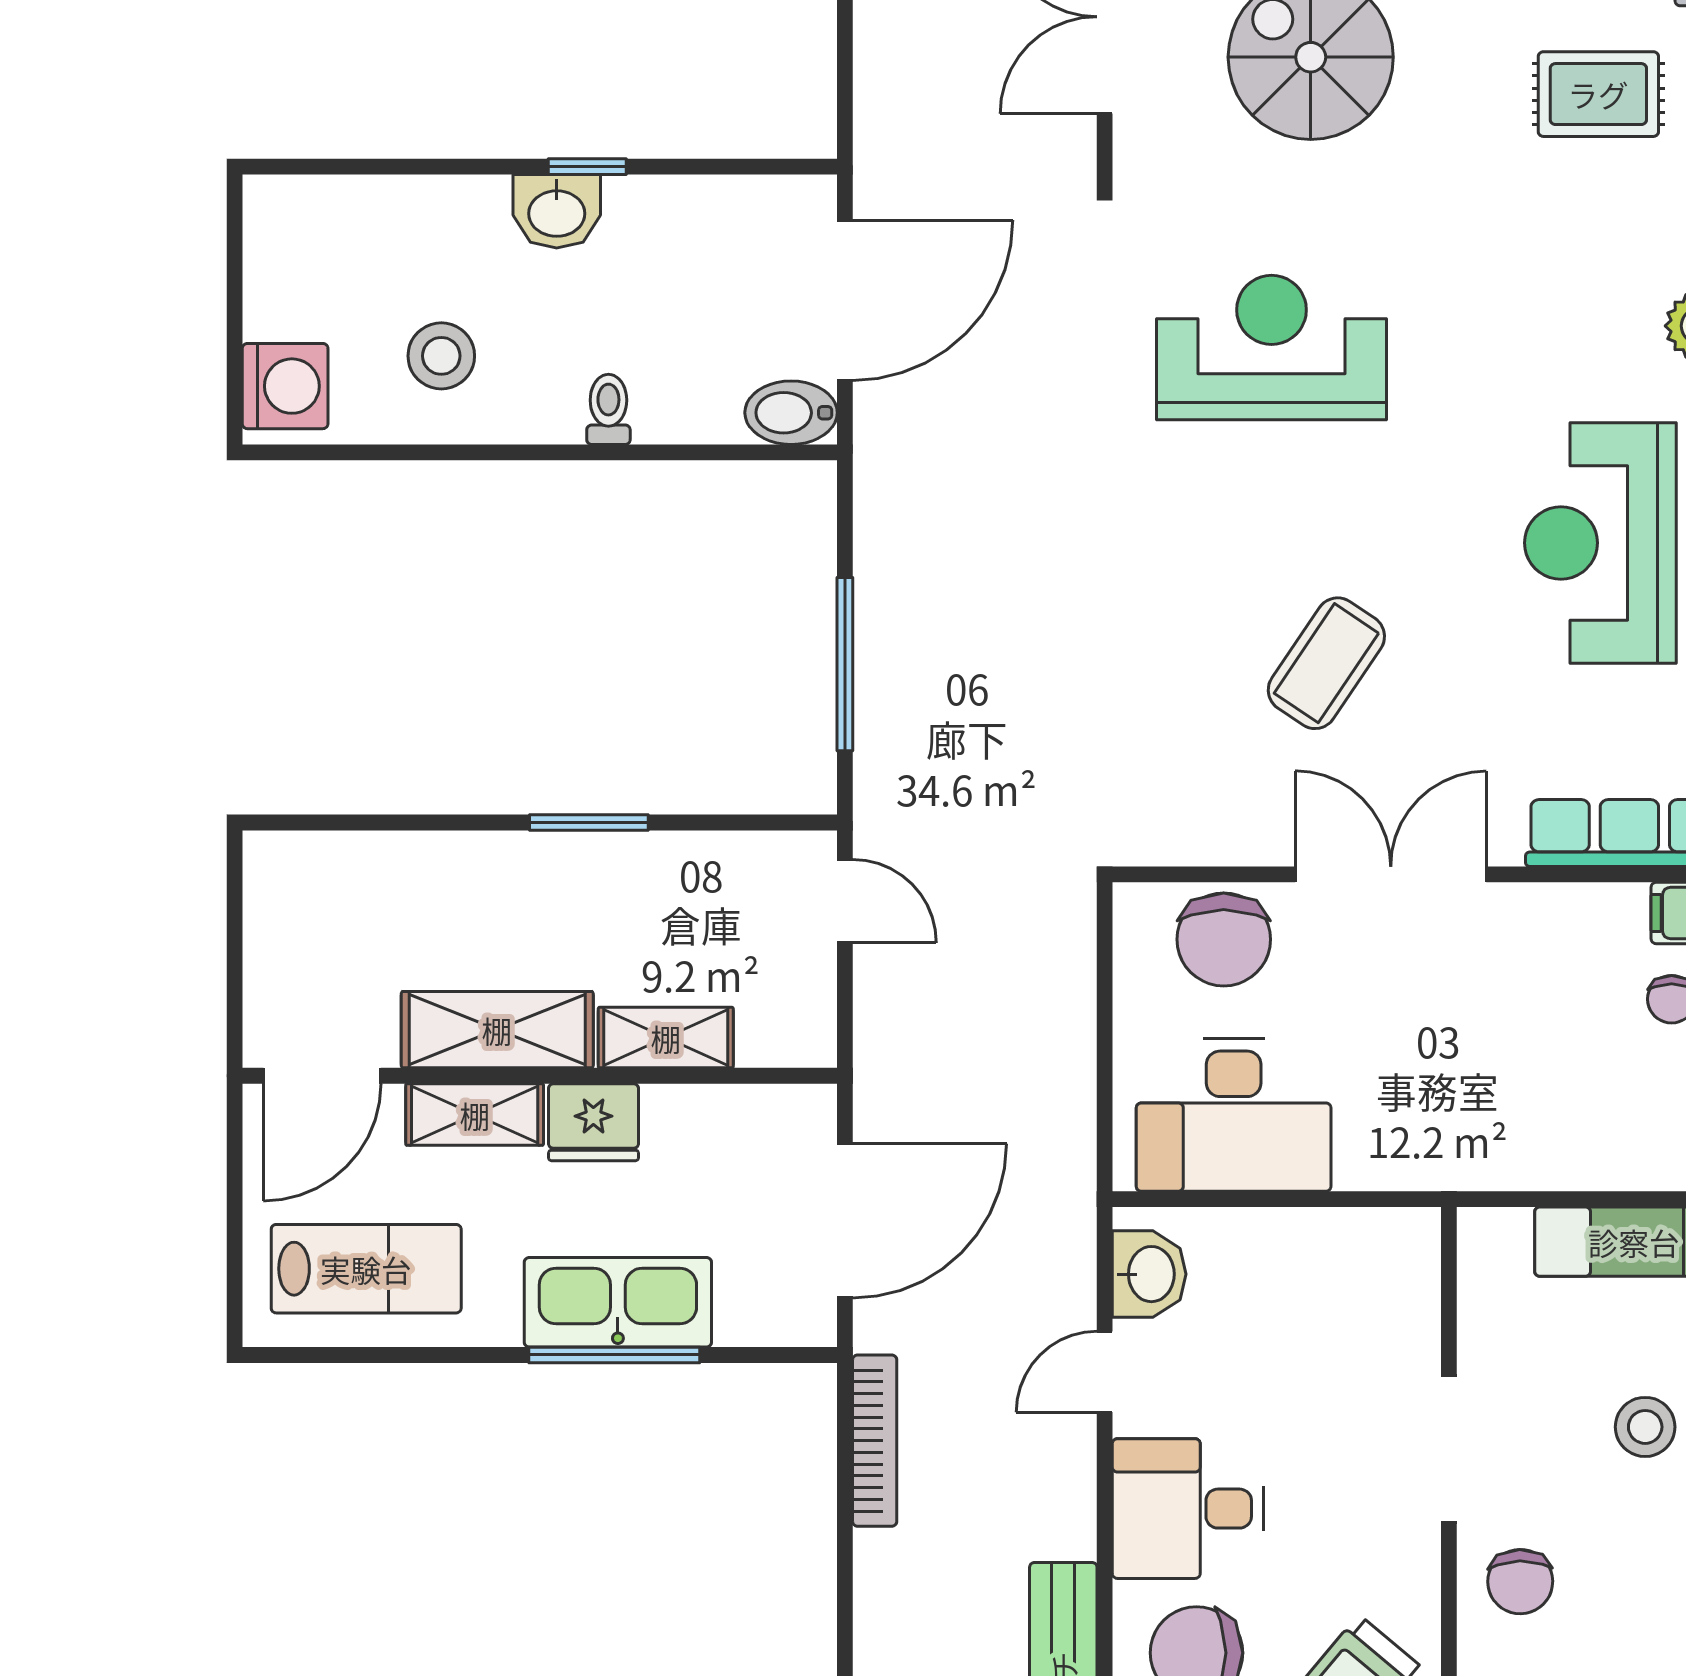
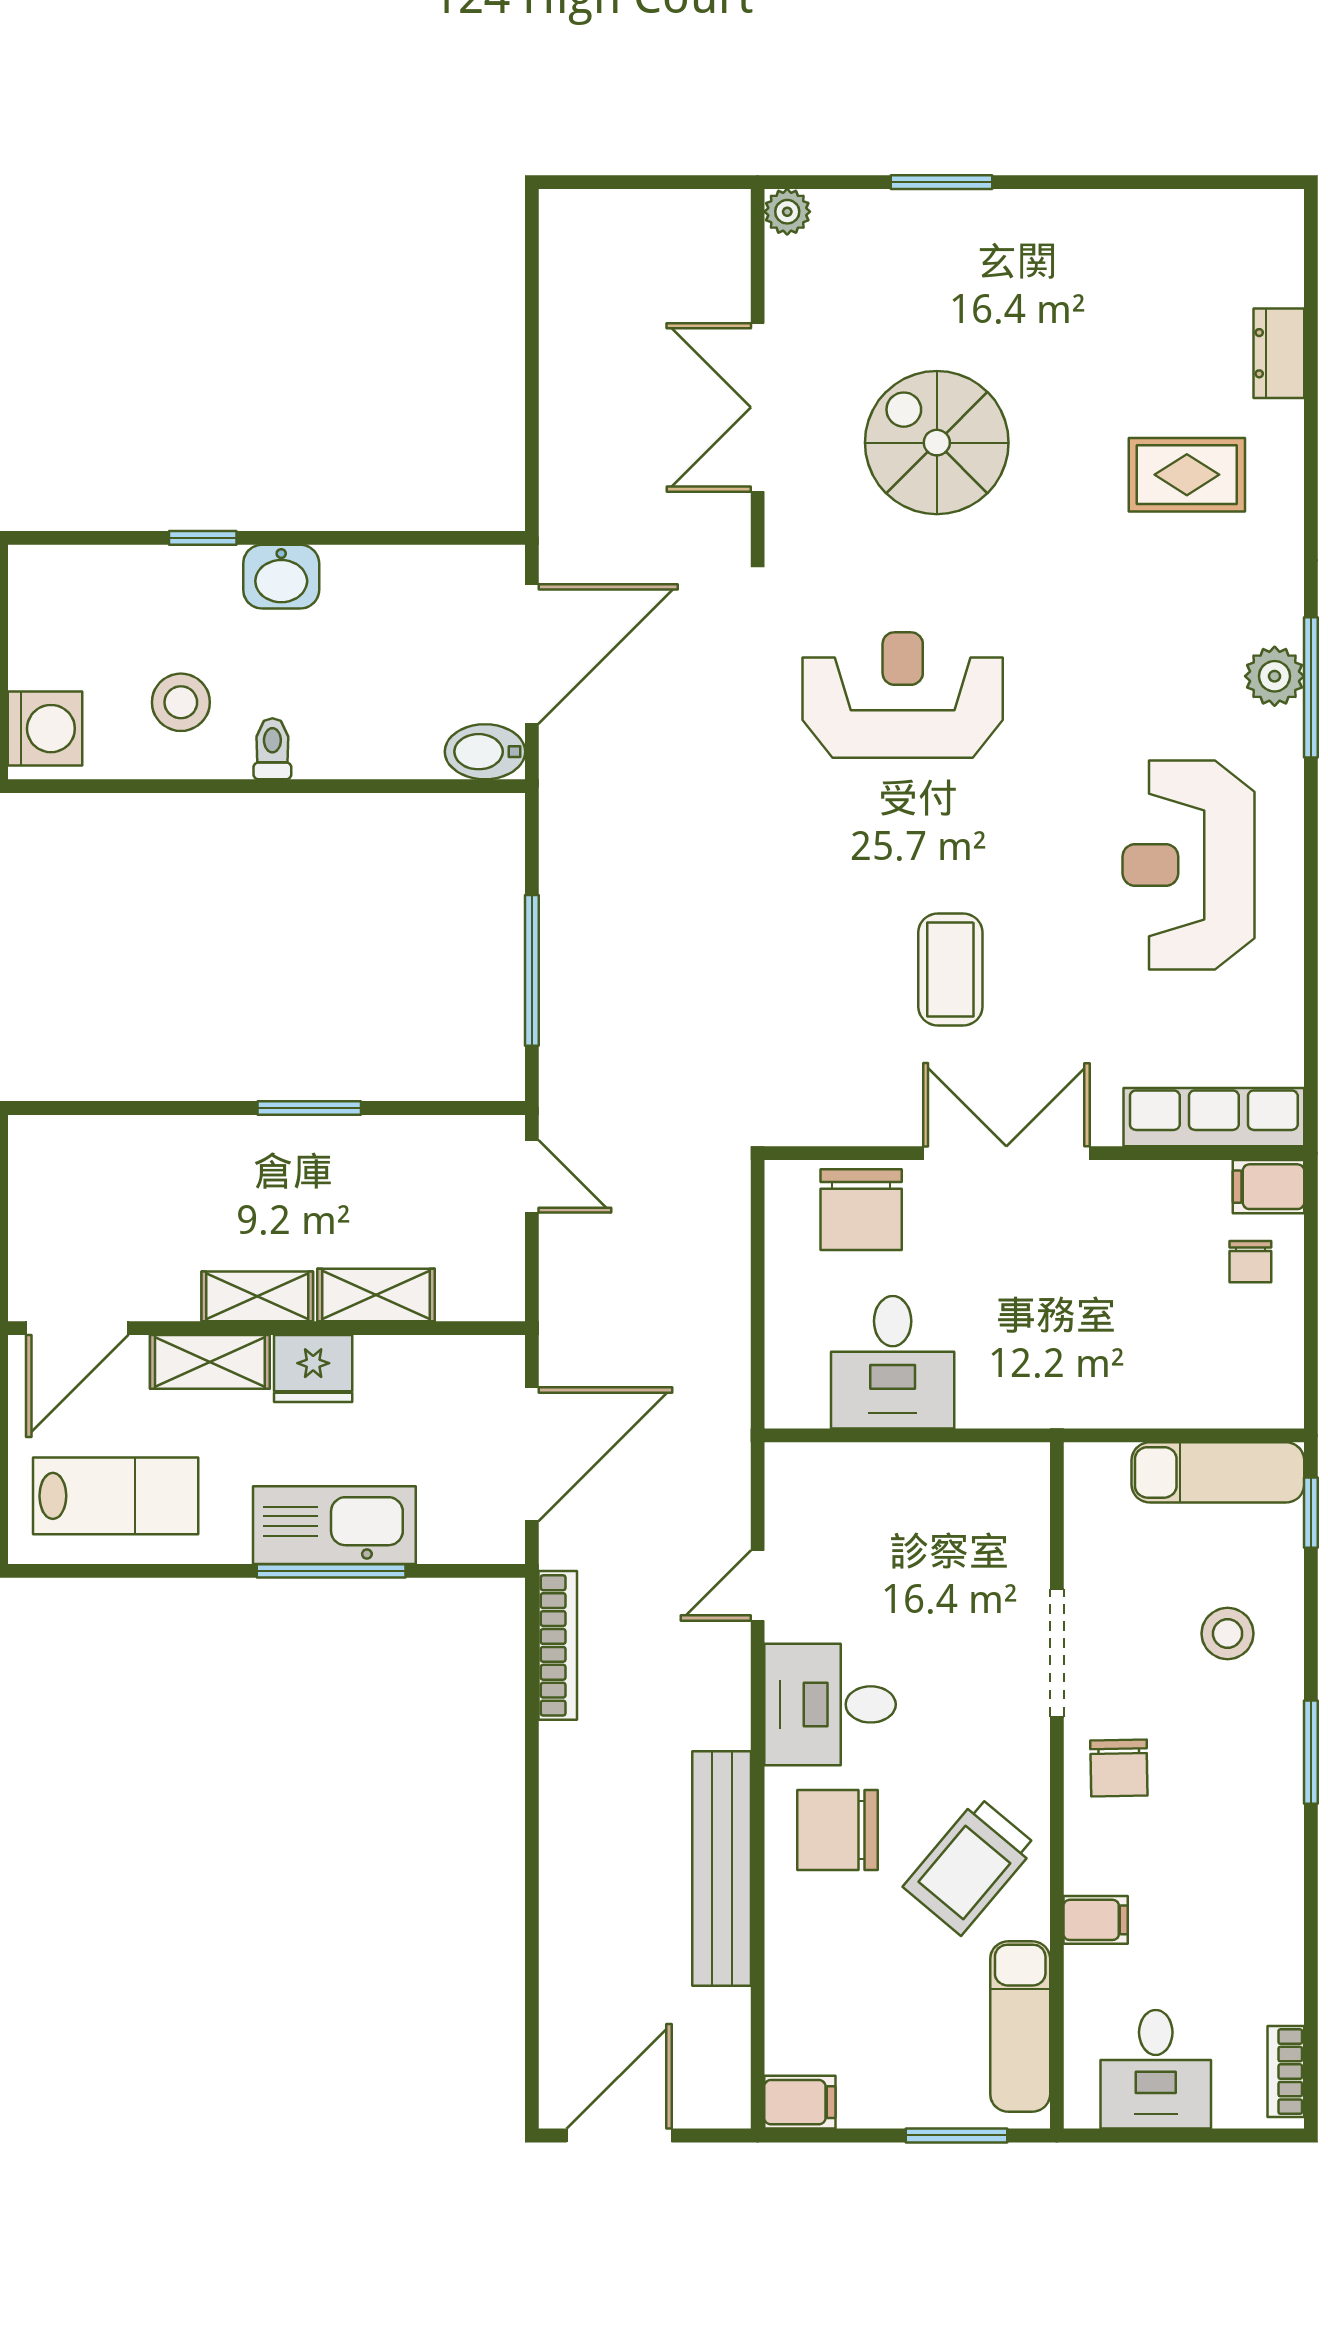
window: (587, 167) -> (203, 538), moved
toilet: (608, 409) -> (272, 749), moved
coffee table: (1326, 663) -> (950, 969), turned -34
shelving: (497, 1030) -> (257, 1296), width x0.67, depth x0.75
desk: (1234, 1115) -> (893, 1362), width x0.73
washbasin: (1149, 1274) -> (796, 1501), removed

